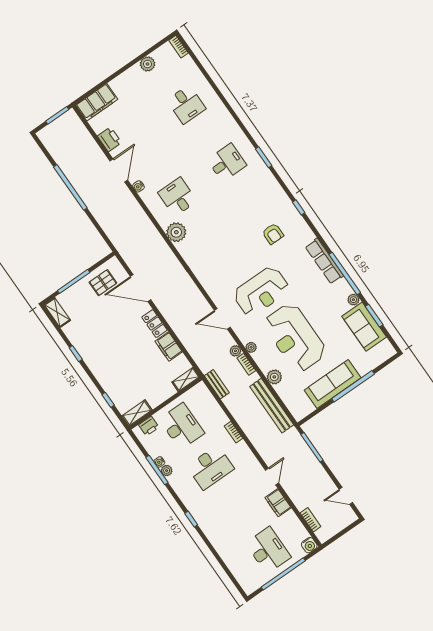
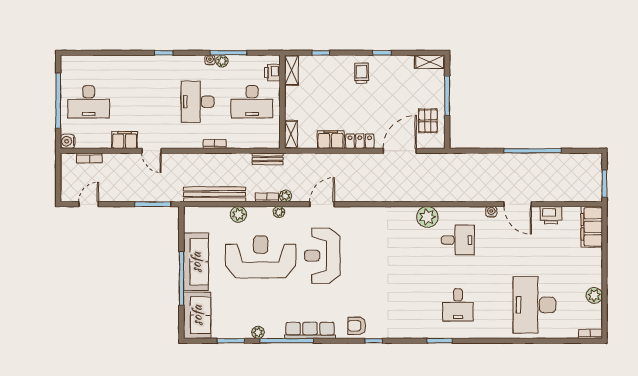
desk: (186, 104) -> (534, 305), width x1.87, depth x1.30
armchair: (273, 234) -> (357, 326), moved
sofa: (364, 327) -> (197, 315), moved, turned 90
trolley: (102, 358) -> (361, 73), added
water cooler: (159, 462) -> (210, 60), moved

